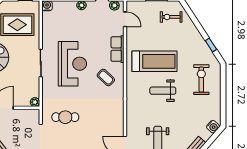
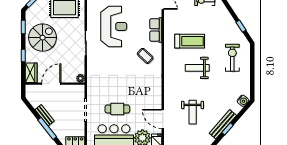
treadmill: (154, 61) -> (190, 41), width x0.73, depth x0.73
reception desk: (72, 64) -> (114, 26), moved
cafe table: (65, 117) -> (117, 109), moved

